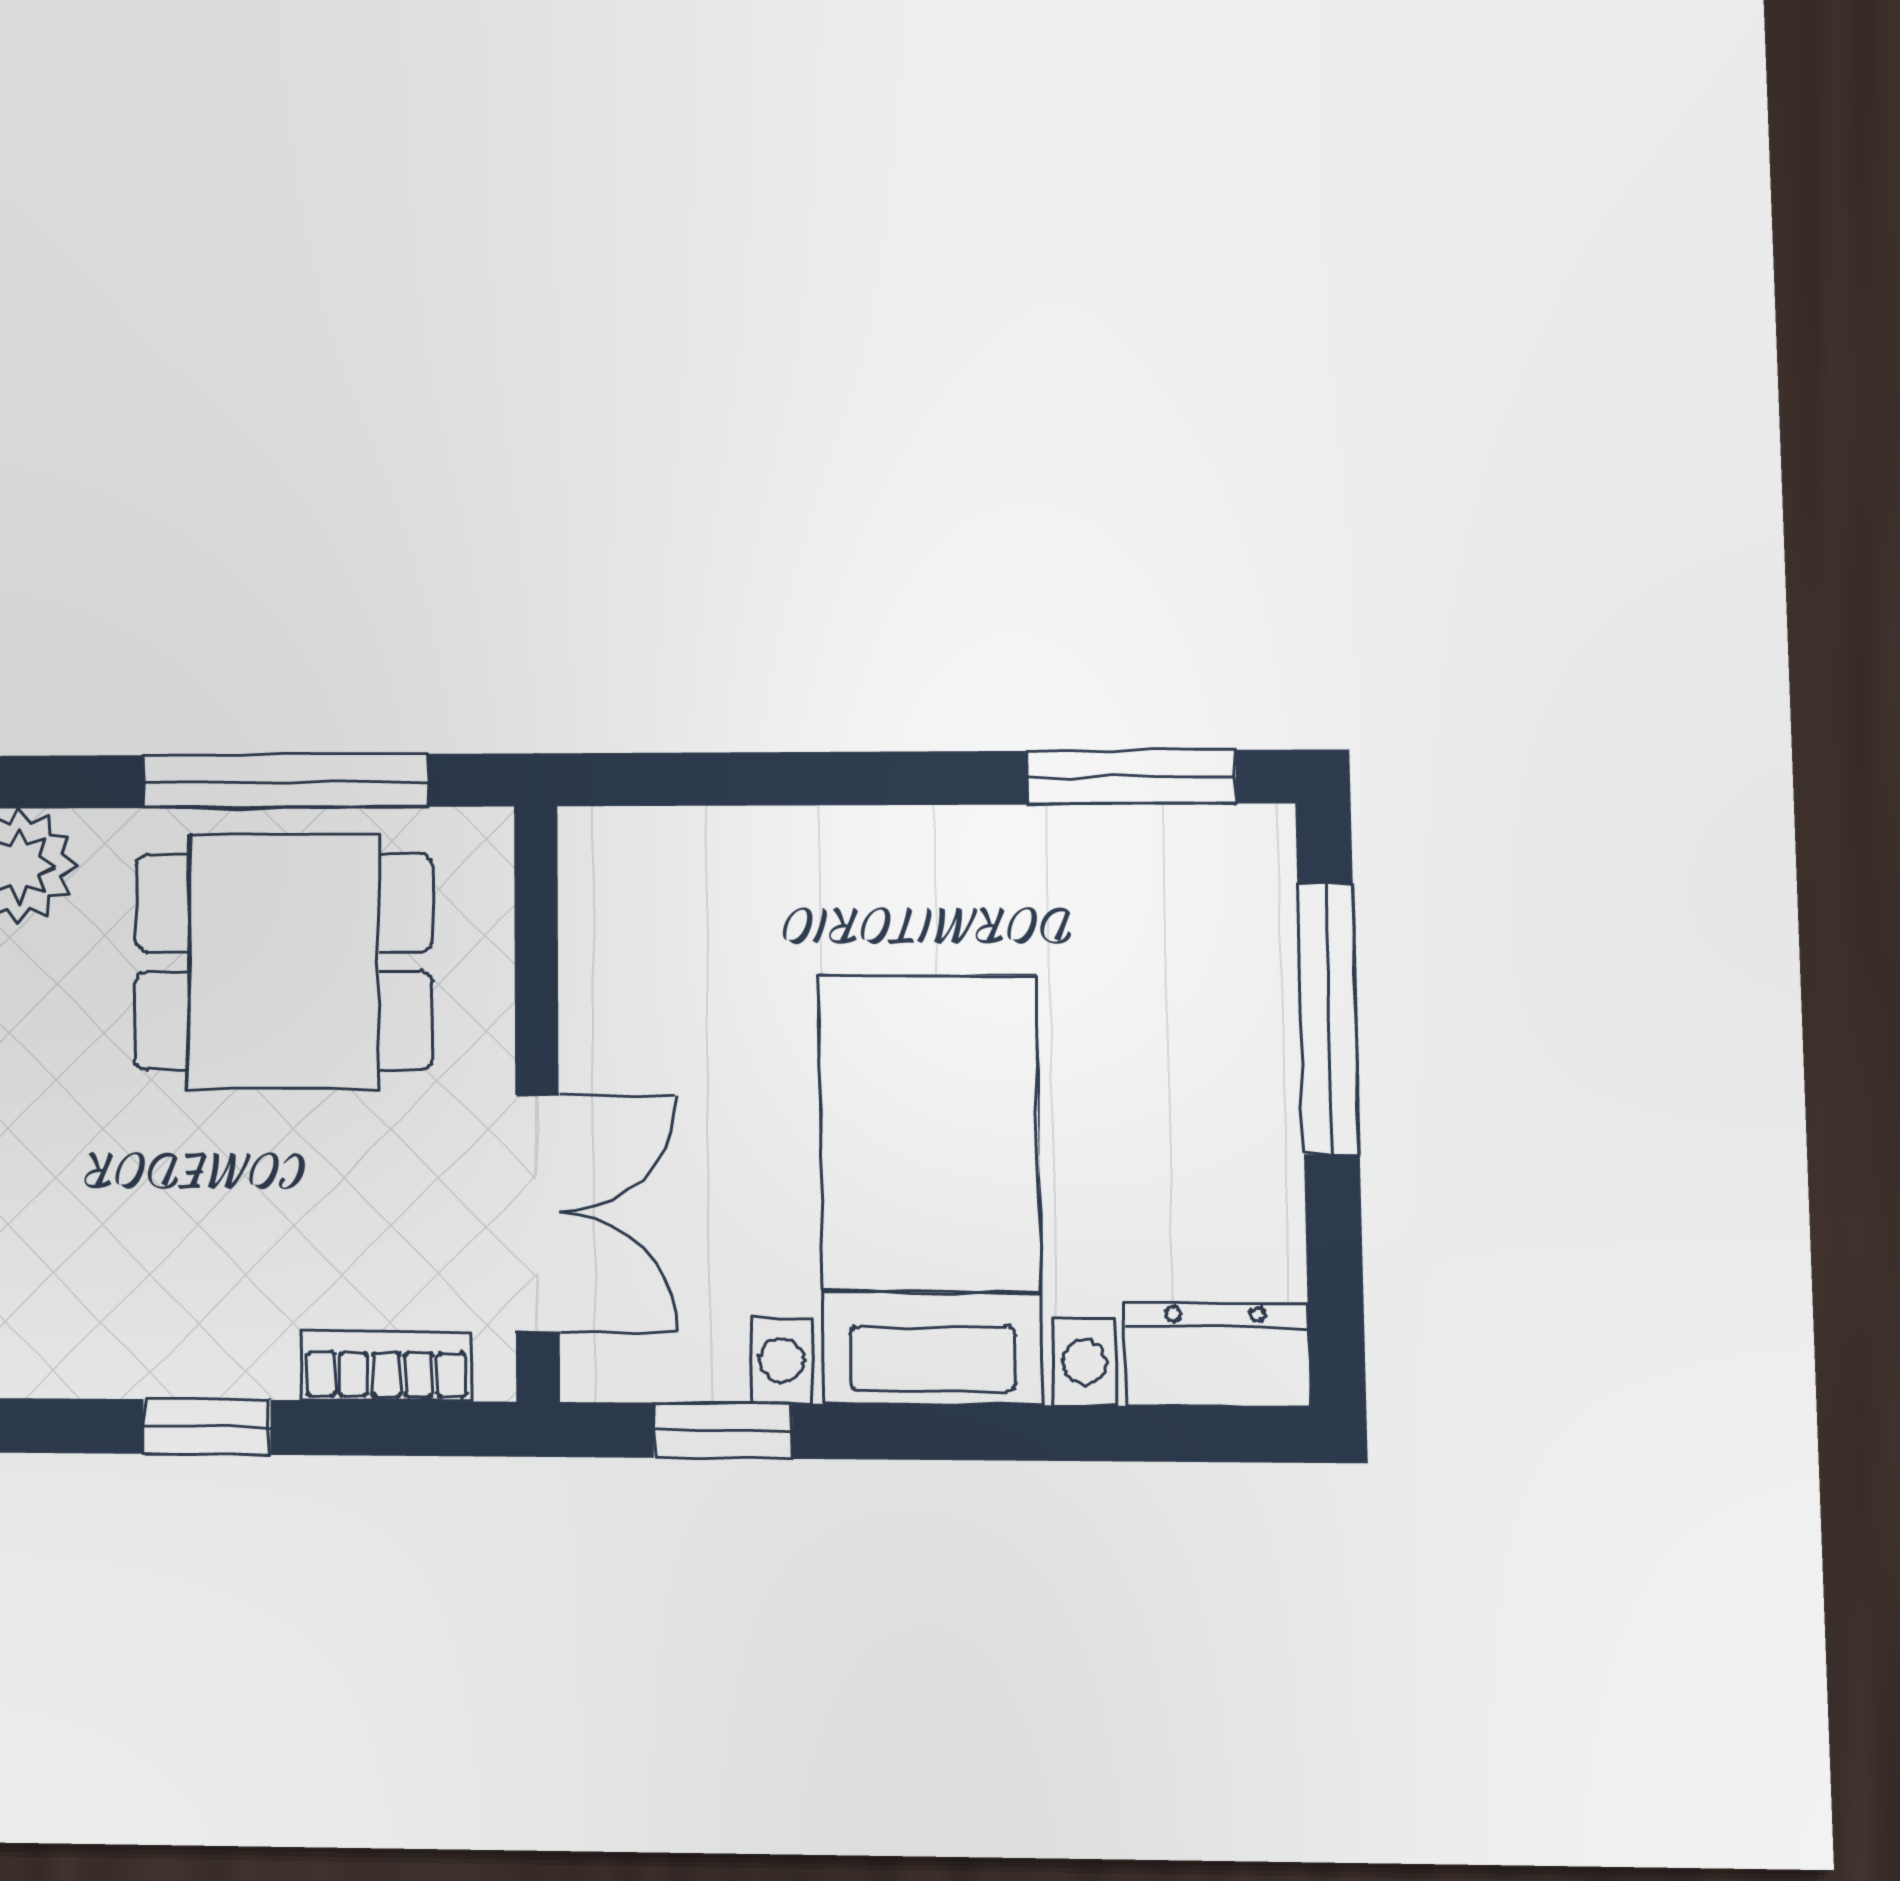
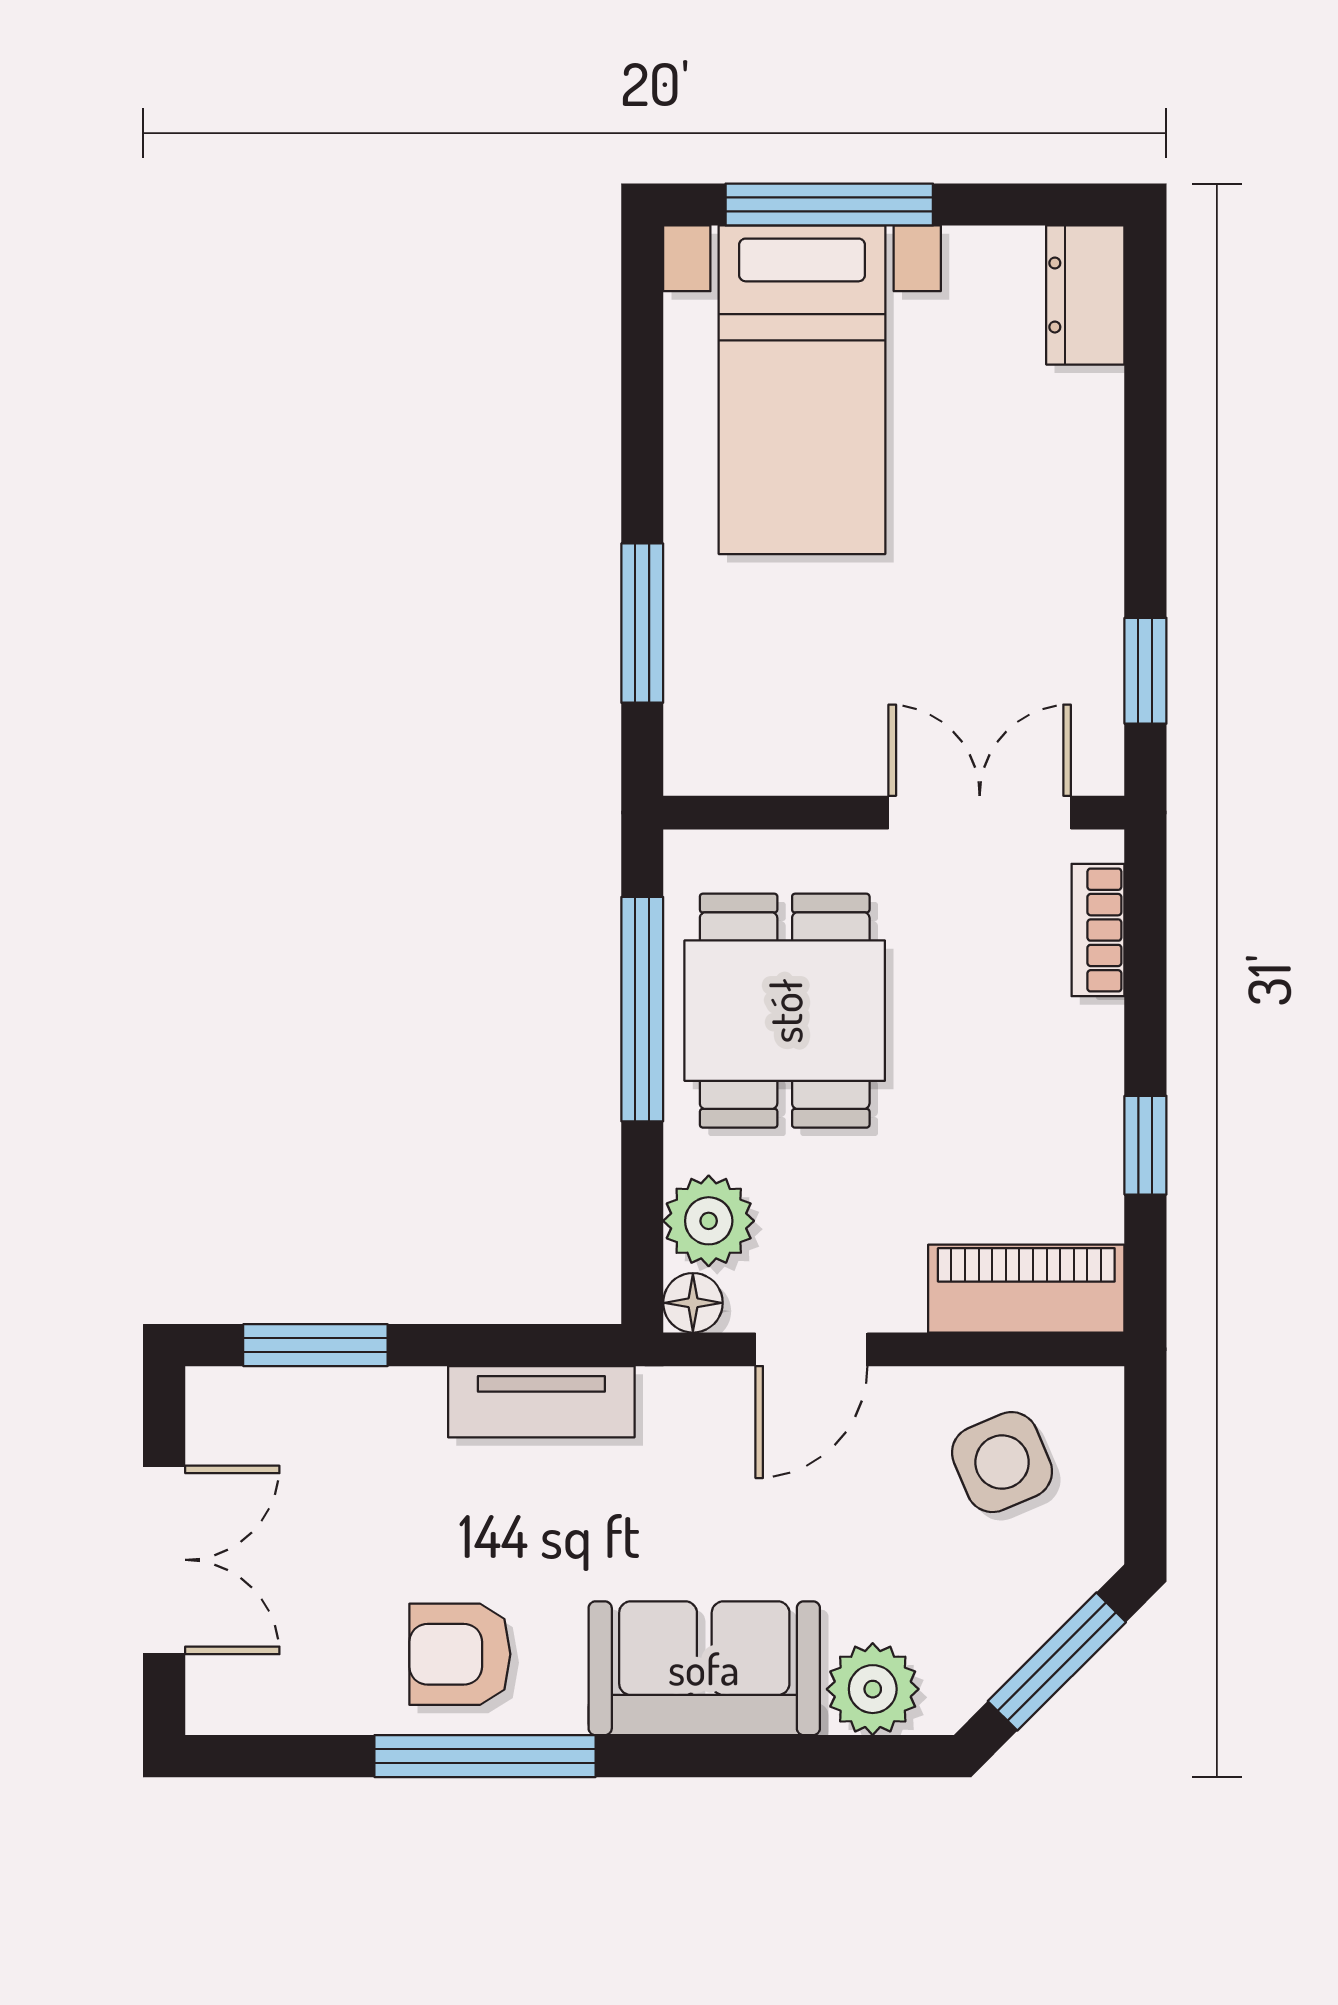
window: (1132, 777) -> (642, 623), moved
bed with nightstands: (930, 1189) -> (802, 390), moved, turned -90
window: (207, 1427) -> (1145, 1145), moved

